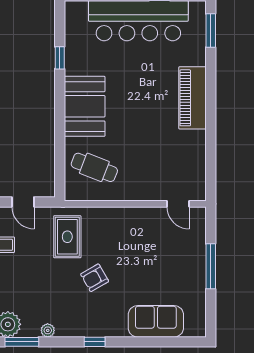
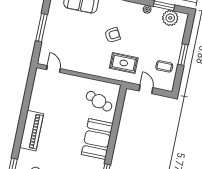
rug: (67, 237) -> (124, 63), turned 90

